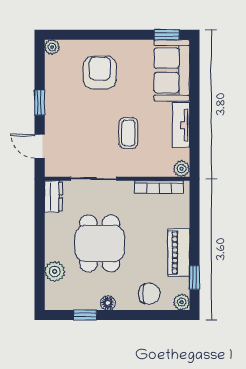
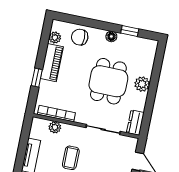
plant: (181, 169) -> (55, 127), moved
plant: (55, 271) -> (142, 84), moved
window: (195, 277) -> (37, 78), moved
plant: (182, 302) -> (55, 38), moved

